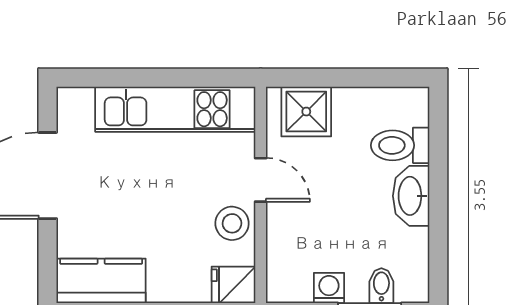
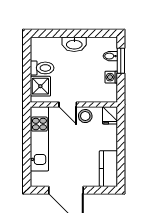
toilet: (400, 145) -> (42, 68), moved, turned -90
door: (261, 180) -> (68, 105), swing flipped

